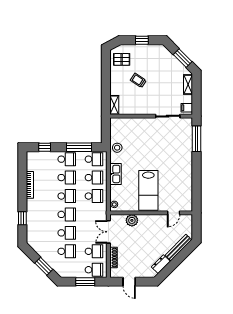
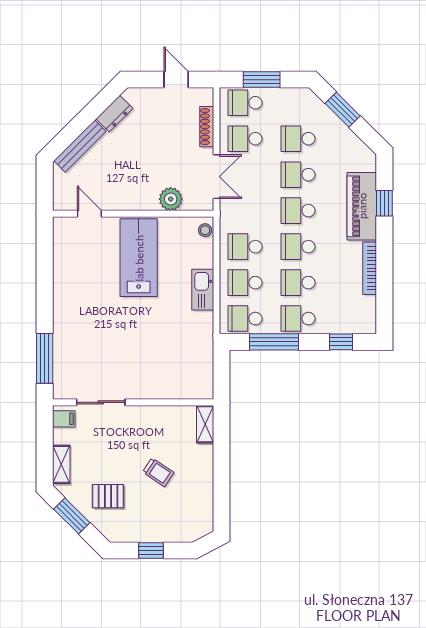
pallet: (122, 59) -> (108, 496), moved
stool: (117, 148) -> (199, 341), removed
door: (174, 213) -> (89, 214), hinge flipped
piano: (34, 217) -> (362, 206), added

